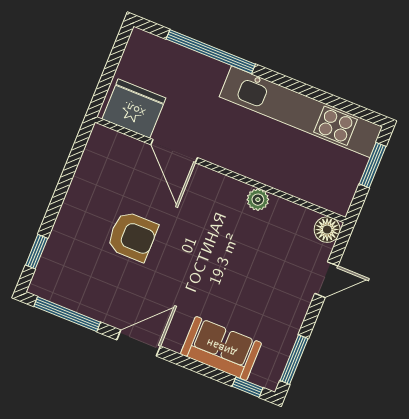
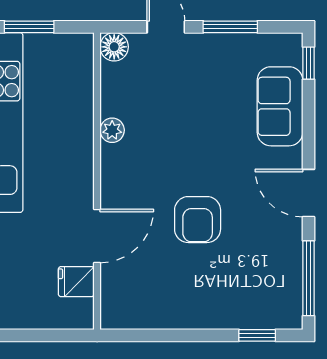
fridge: (134, 109) -> (76, 282), width x0.53, depth x0.75
armchair: (132, 236) -> (198, 220), moved, turned 180
window: (294, 360) -> (230, 27), moved

